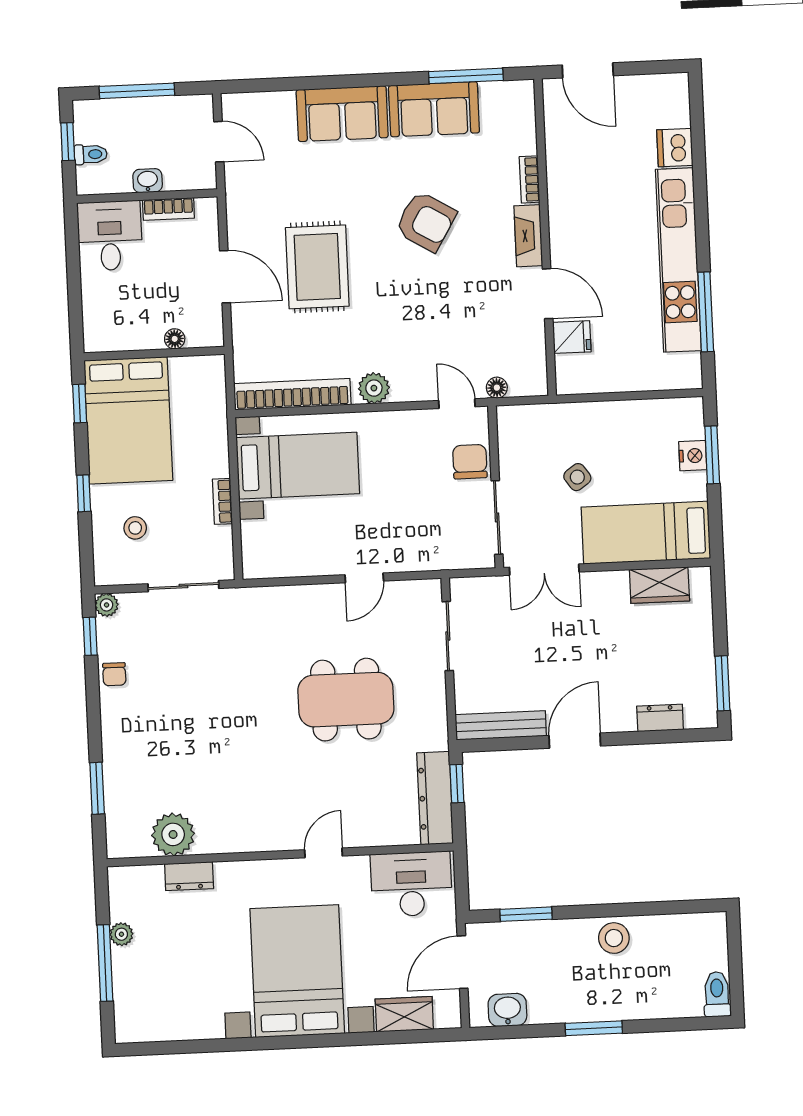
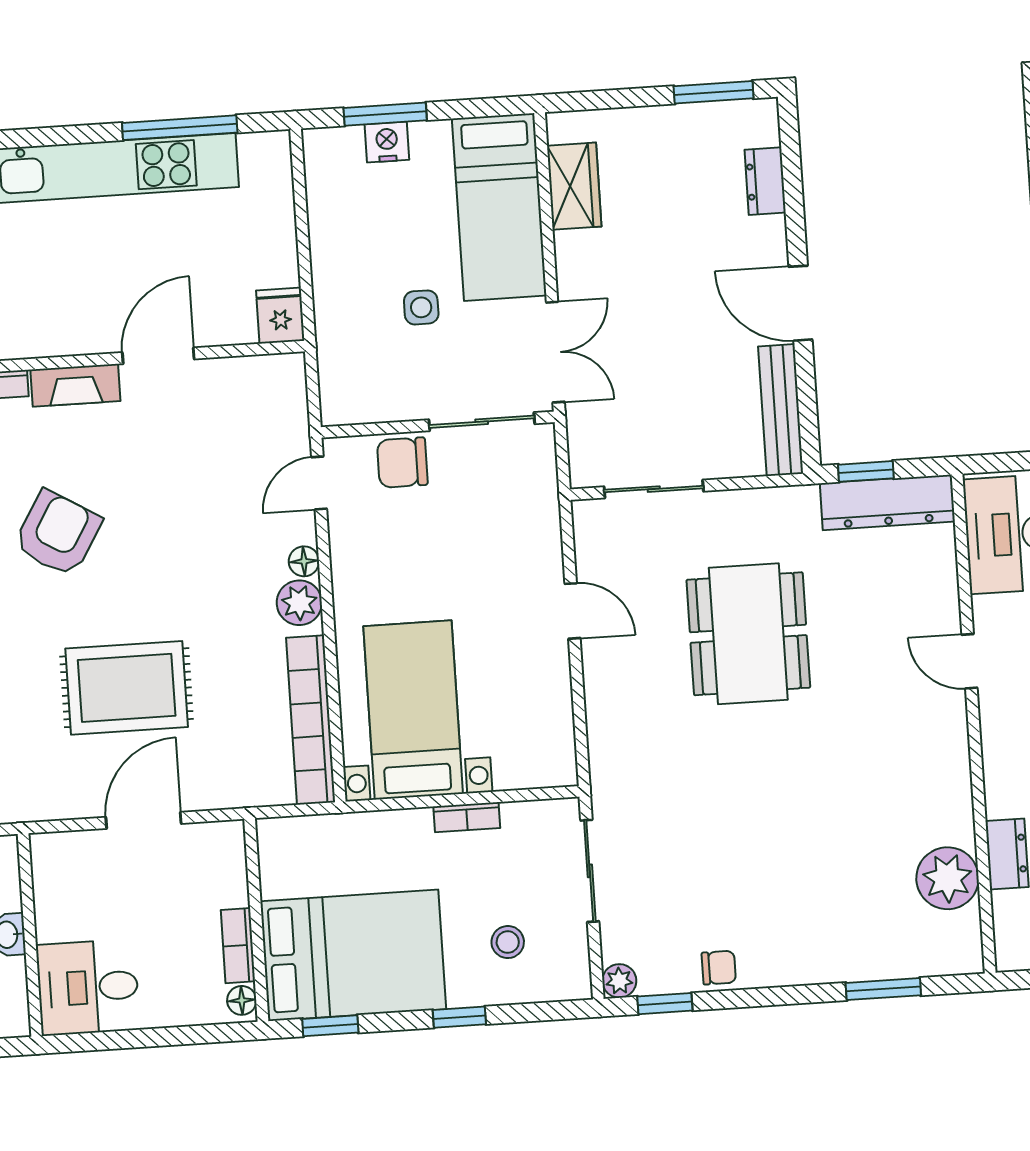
bookcase: (168, 209) -> (238, 946), moved, turned 180
fridge: (572, 337) -> (280, 316), moved
floor lamp: (175, 339) -> (242, 1000), moved
floor lamp: (497, 388) -> (304, 561), moved
side table: (577, 477) -> (421, 307), turned 35

